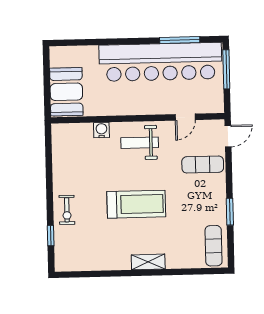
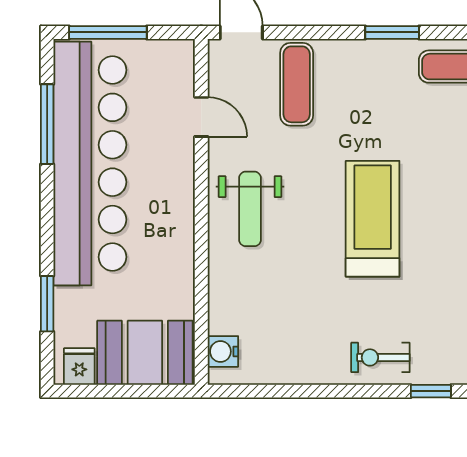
window: (90, 42) -> (47, 304), added
fridge: (59, 59) -> (79, 366), added
water cooler: (101, 130) -> (223, 351), moved
exercise bike: (67, 210) -> (380, 357), turned 180

